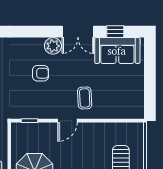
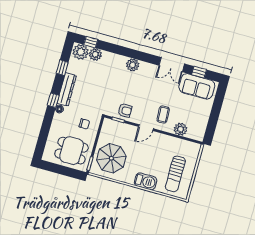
plant: (53, 46) -> (133, 65), moved
armchair: (41, 73) -> (125, 110), moved
plant: (112, 110) -> (181, 129), added

